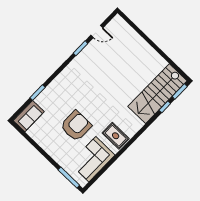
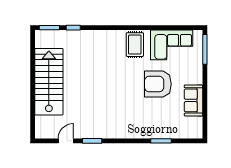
door: (97, 32) -> (66, 141), hinge flipped
stairs: (157, 94) -> (49, 82), moved, turned -90
sofa: (29, 116) -> (193, 100), moved, turned -90

